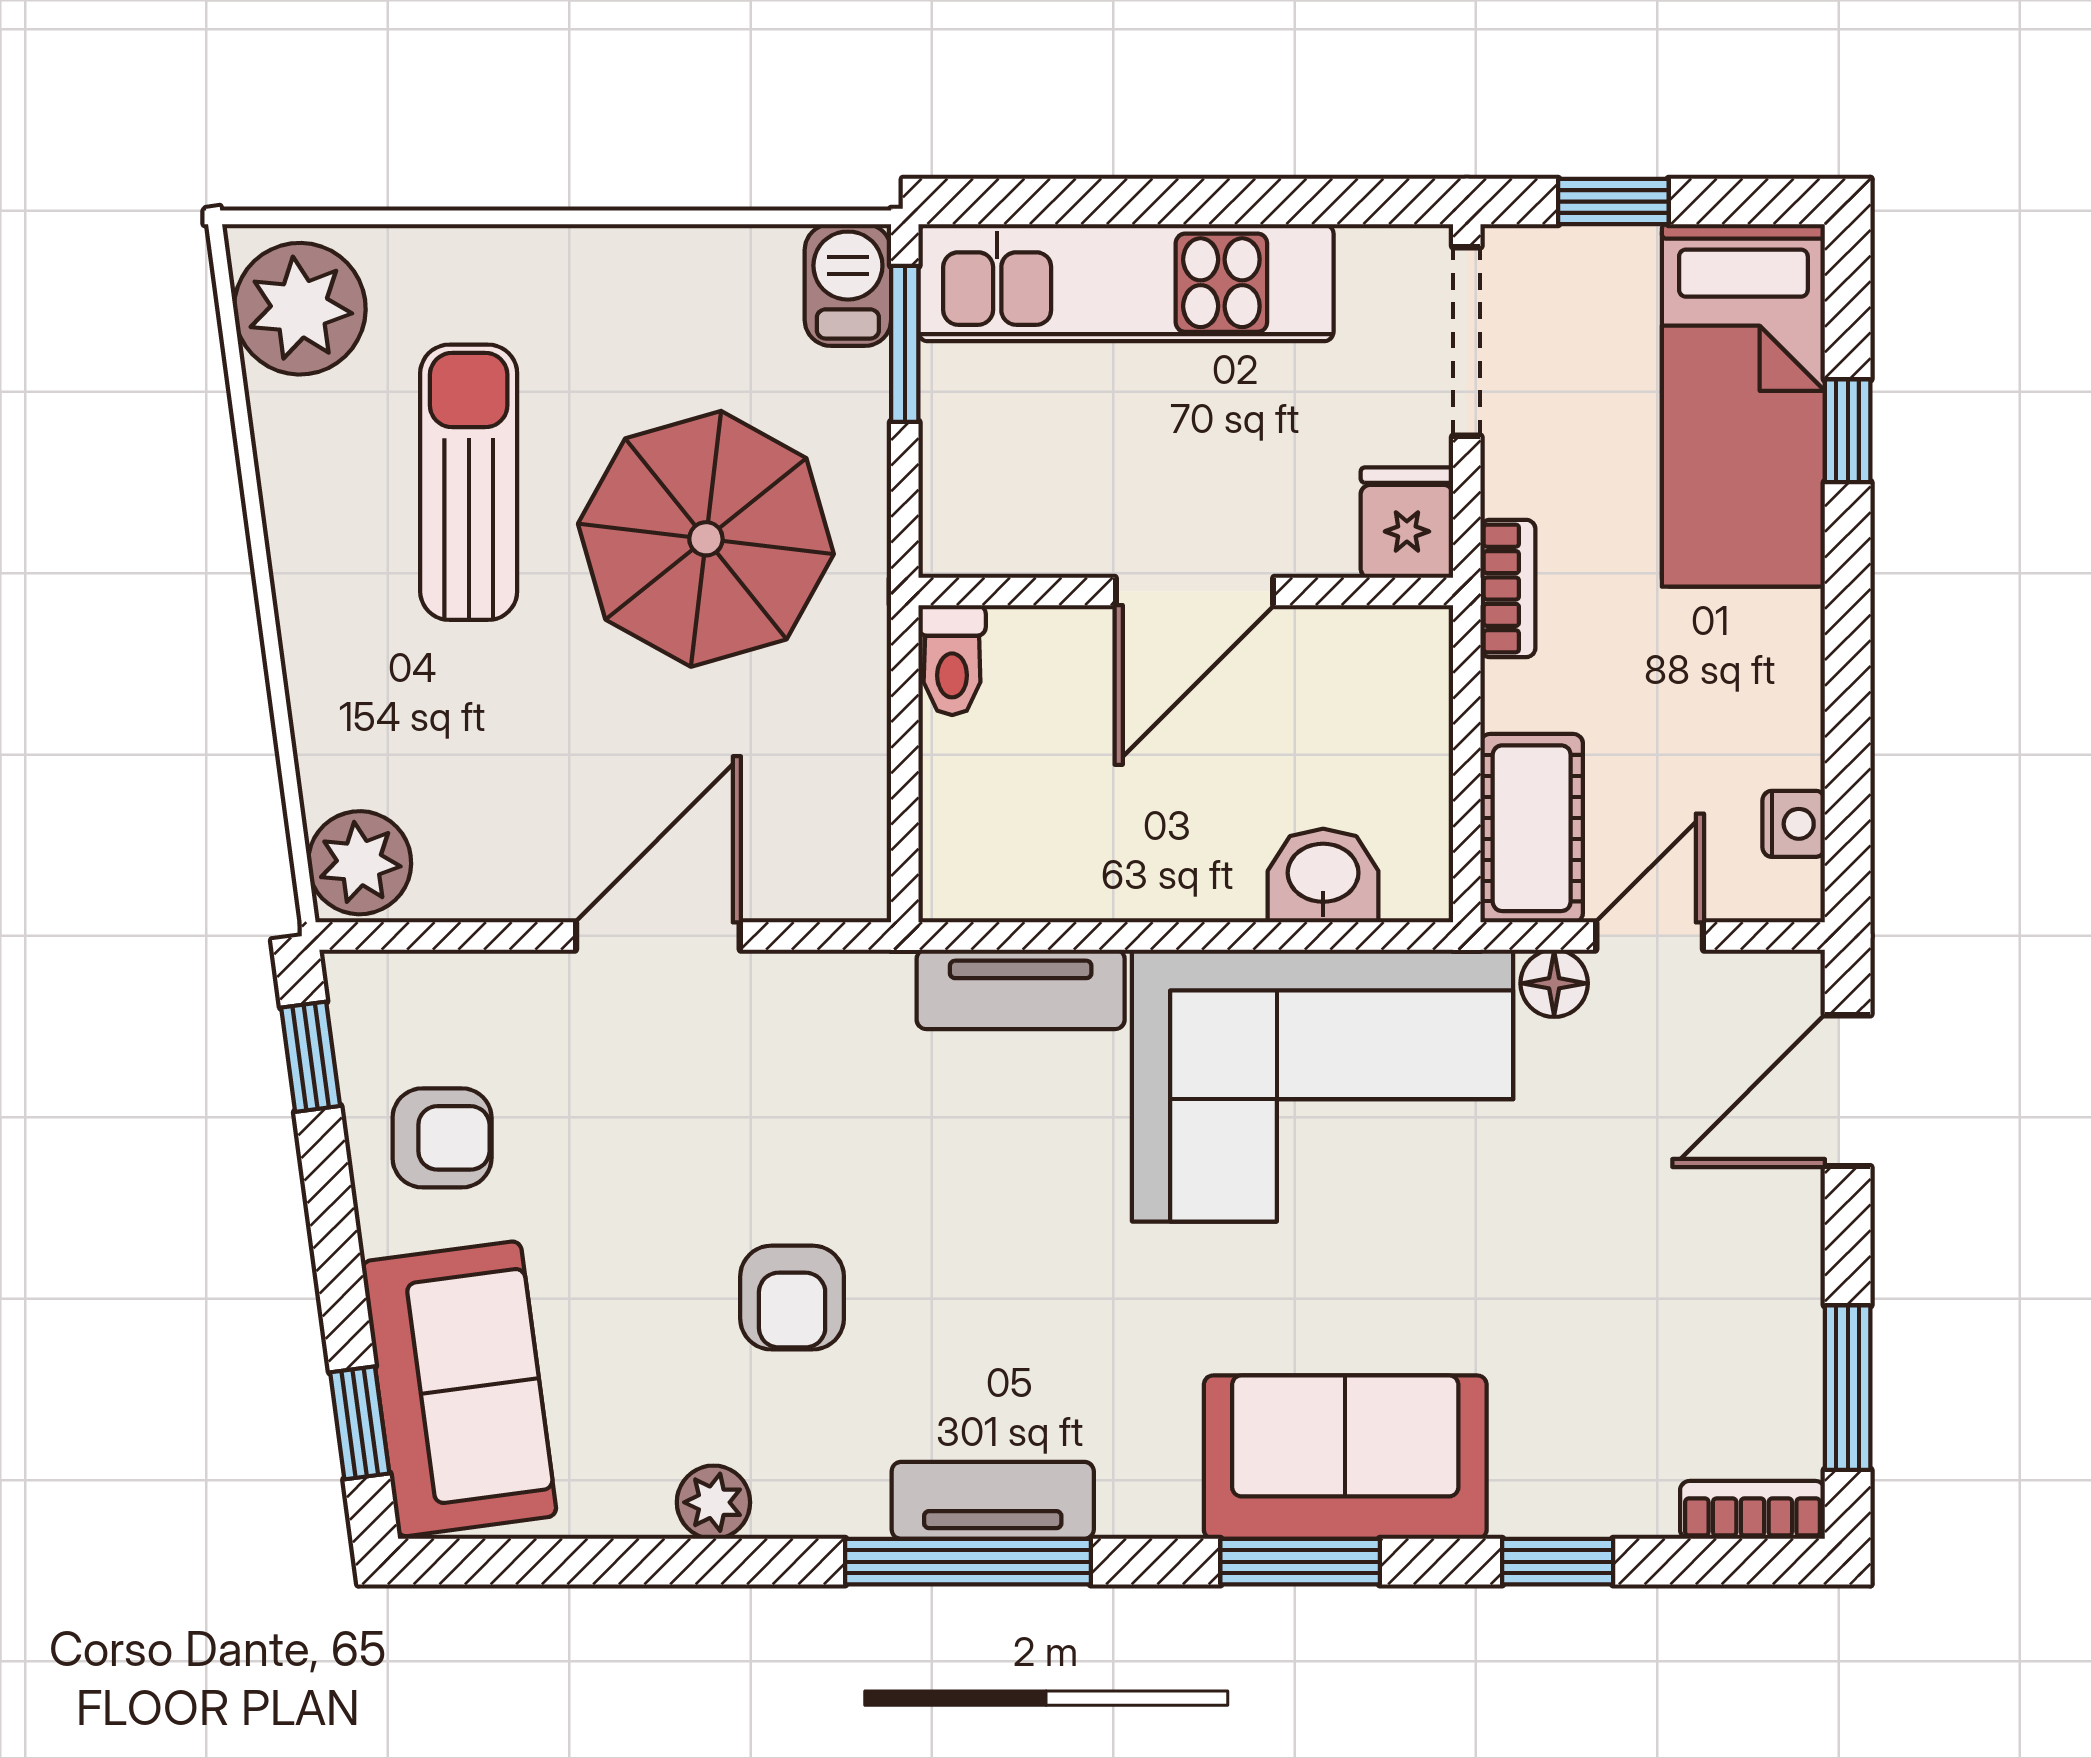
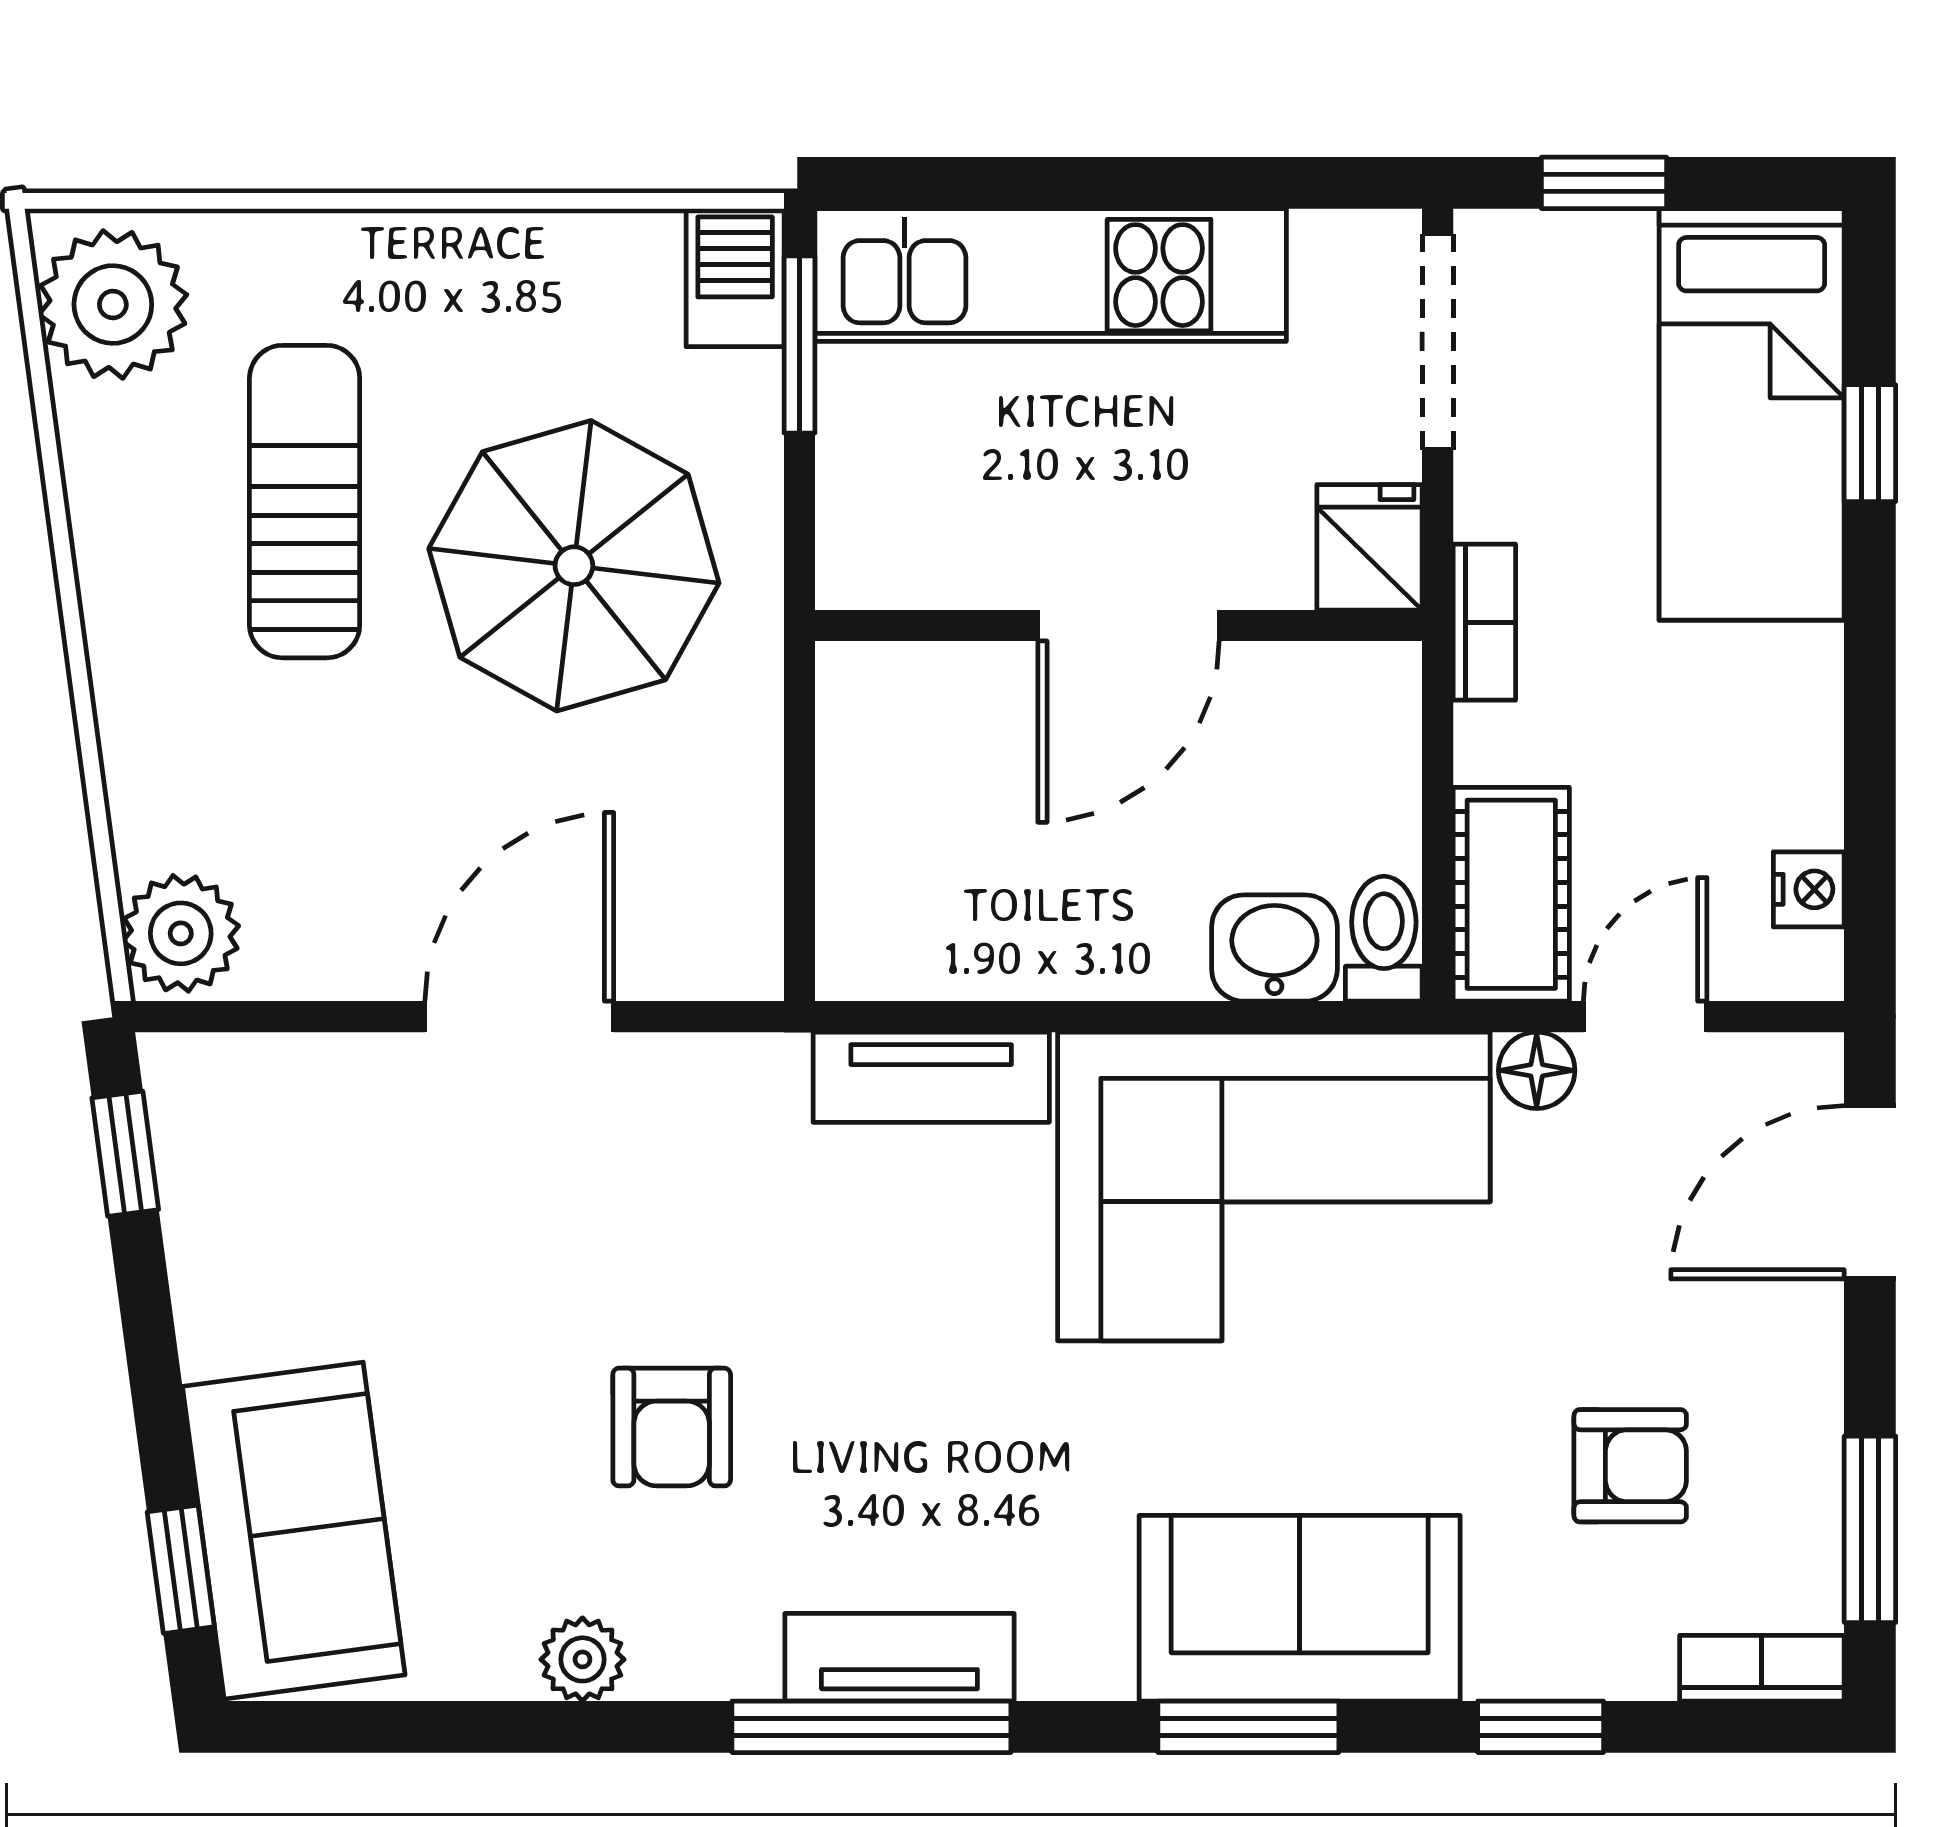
toilet: (952, 660) -> (1384, 939), moved, turned 180
armchair: (442, 1138) -> (1630, 1466), moved

